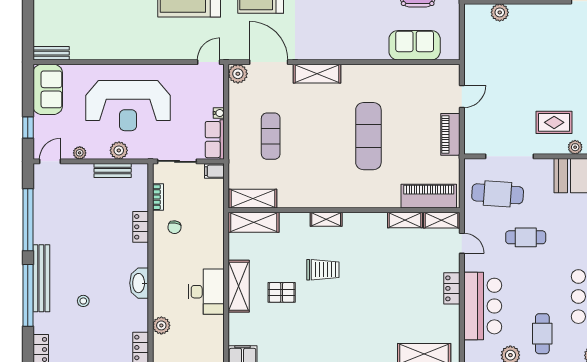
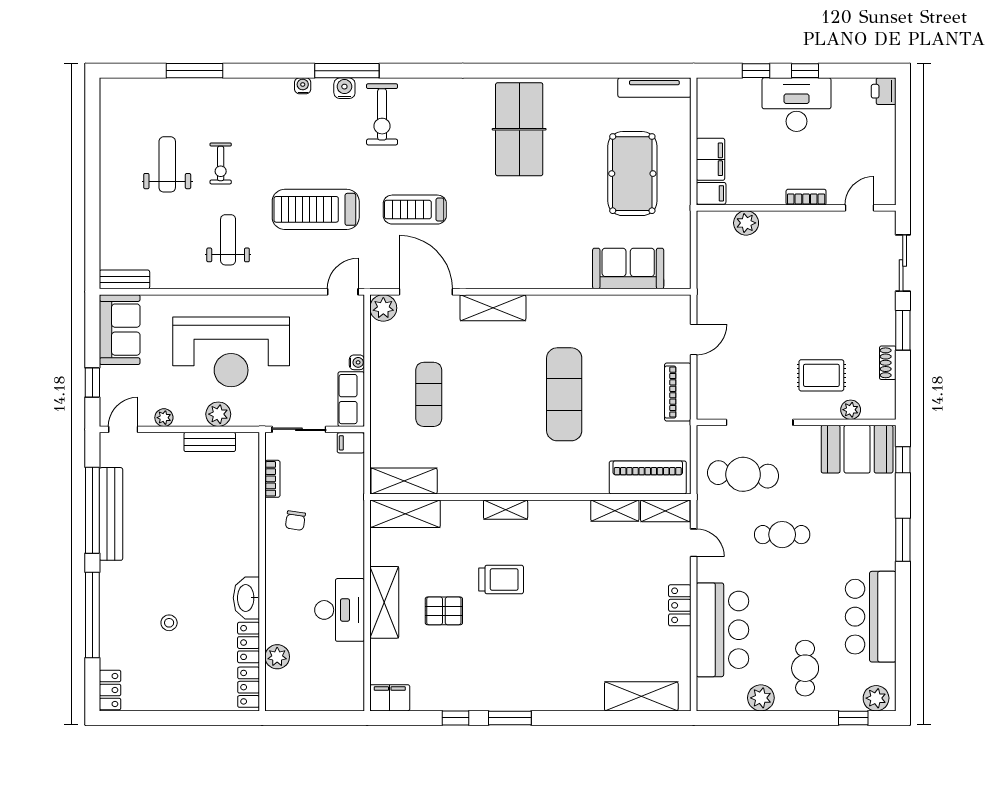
weight bench: (126, 25) -> (228, 240), added
locker: (141, 227) -> (249, 643), moved
bench: (41, 278) -> (111, 514), moved

